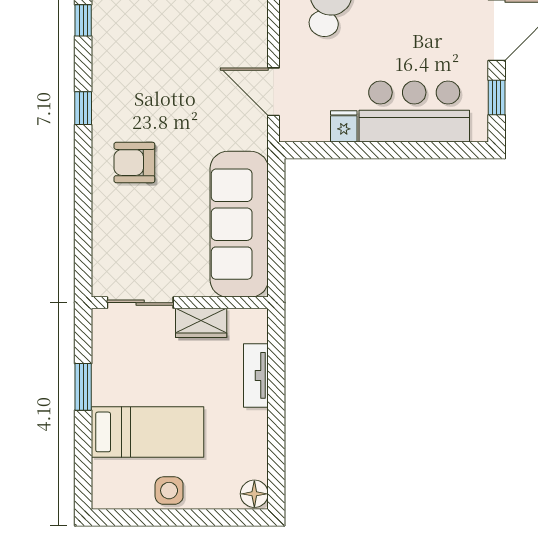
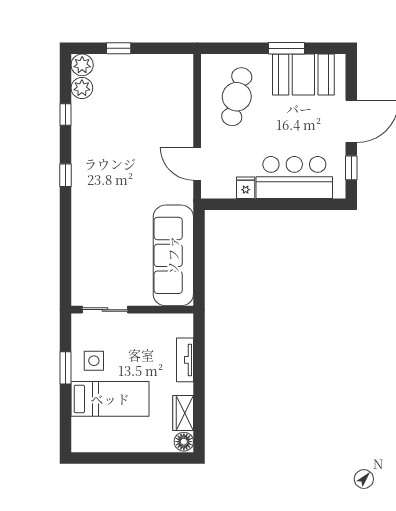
armchair: (134, 163) -> (101, 213), removed
wardrobe: (201, 323) -> (183, 413), moved, turned 90
side table: (169, 491) -> (94, 361), moved

